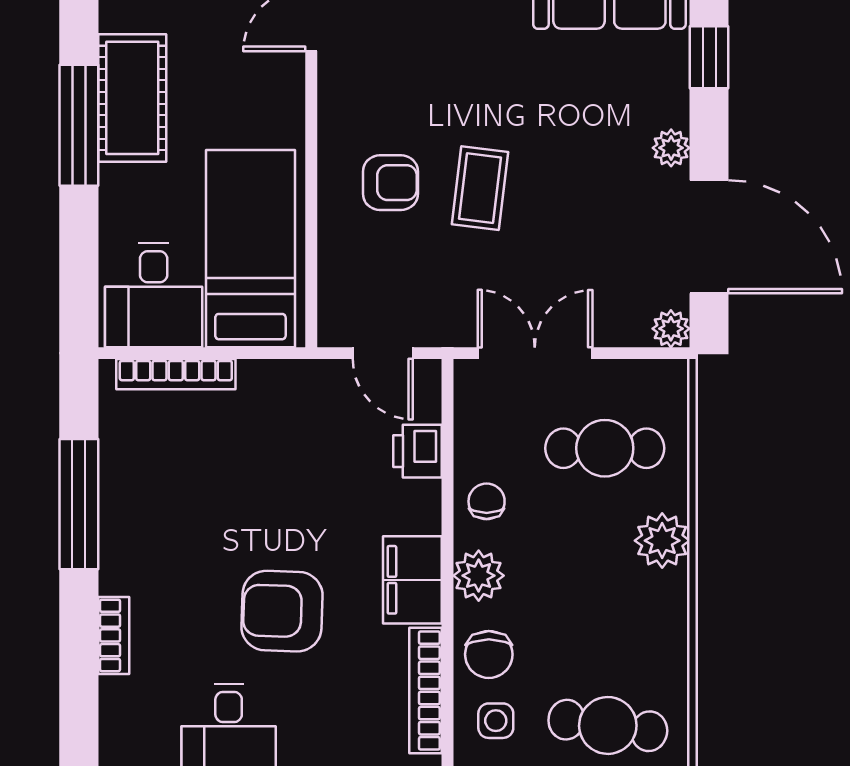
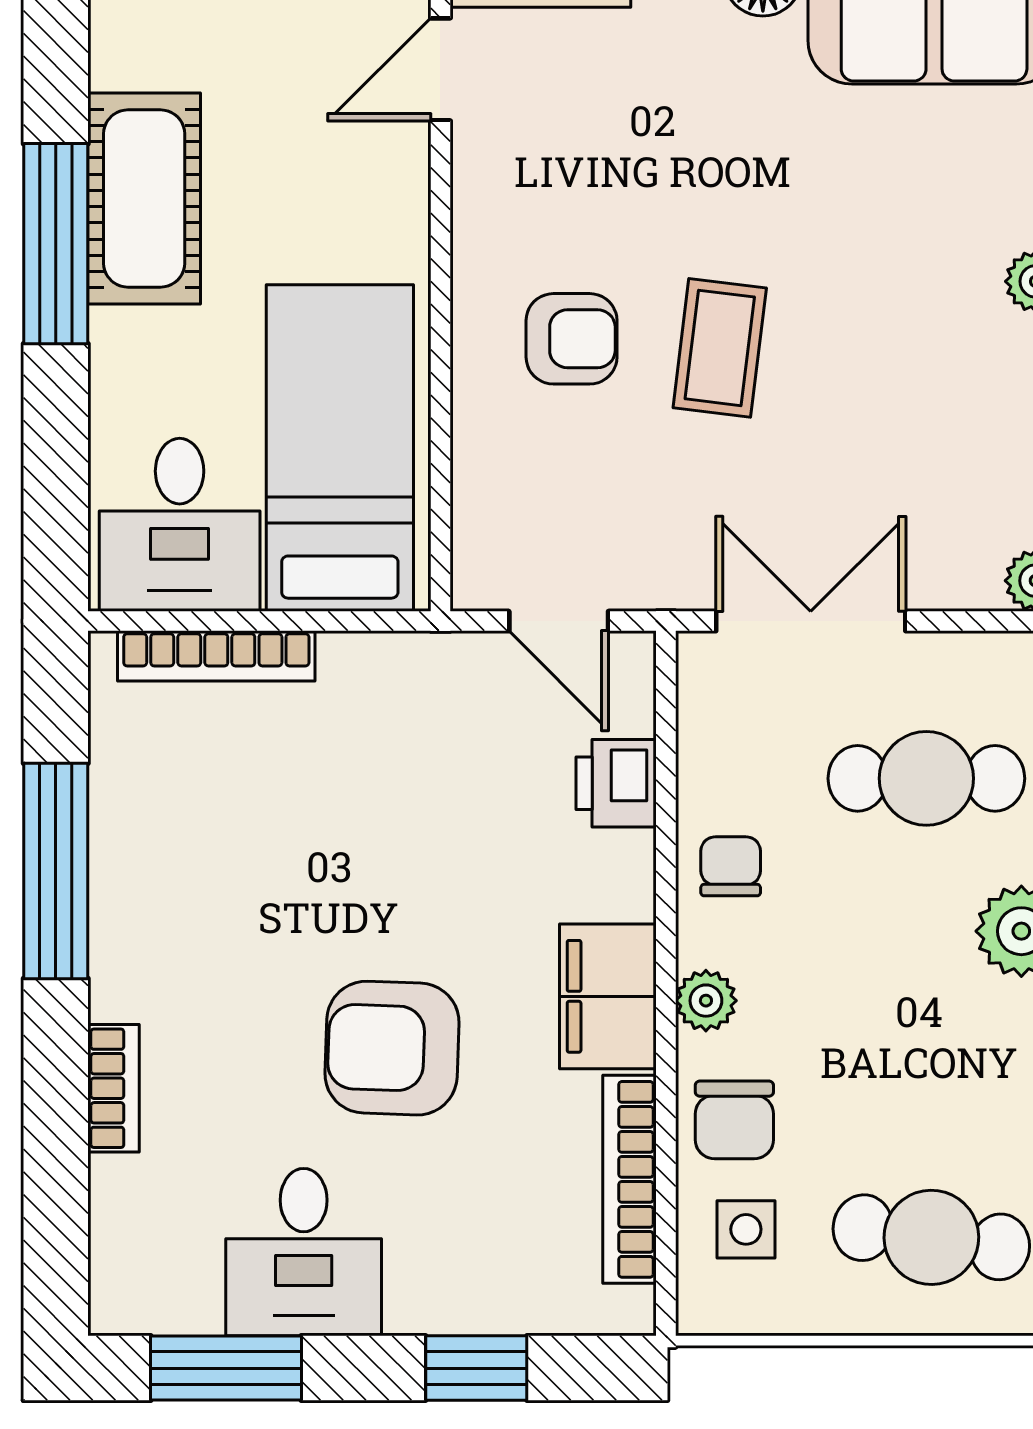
plant: (479, 576) -> (706, 1001), width x0.73, depth x0.73

